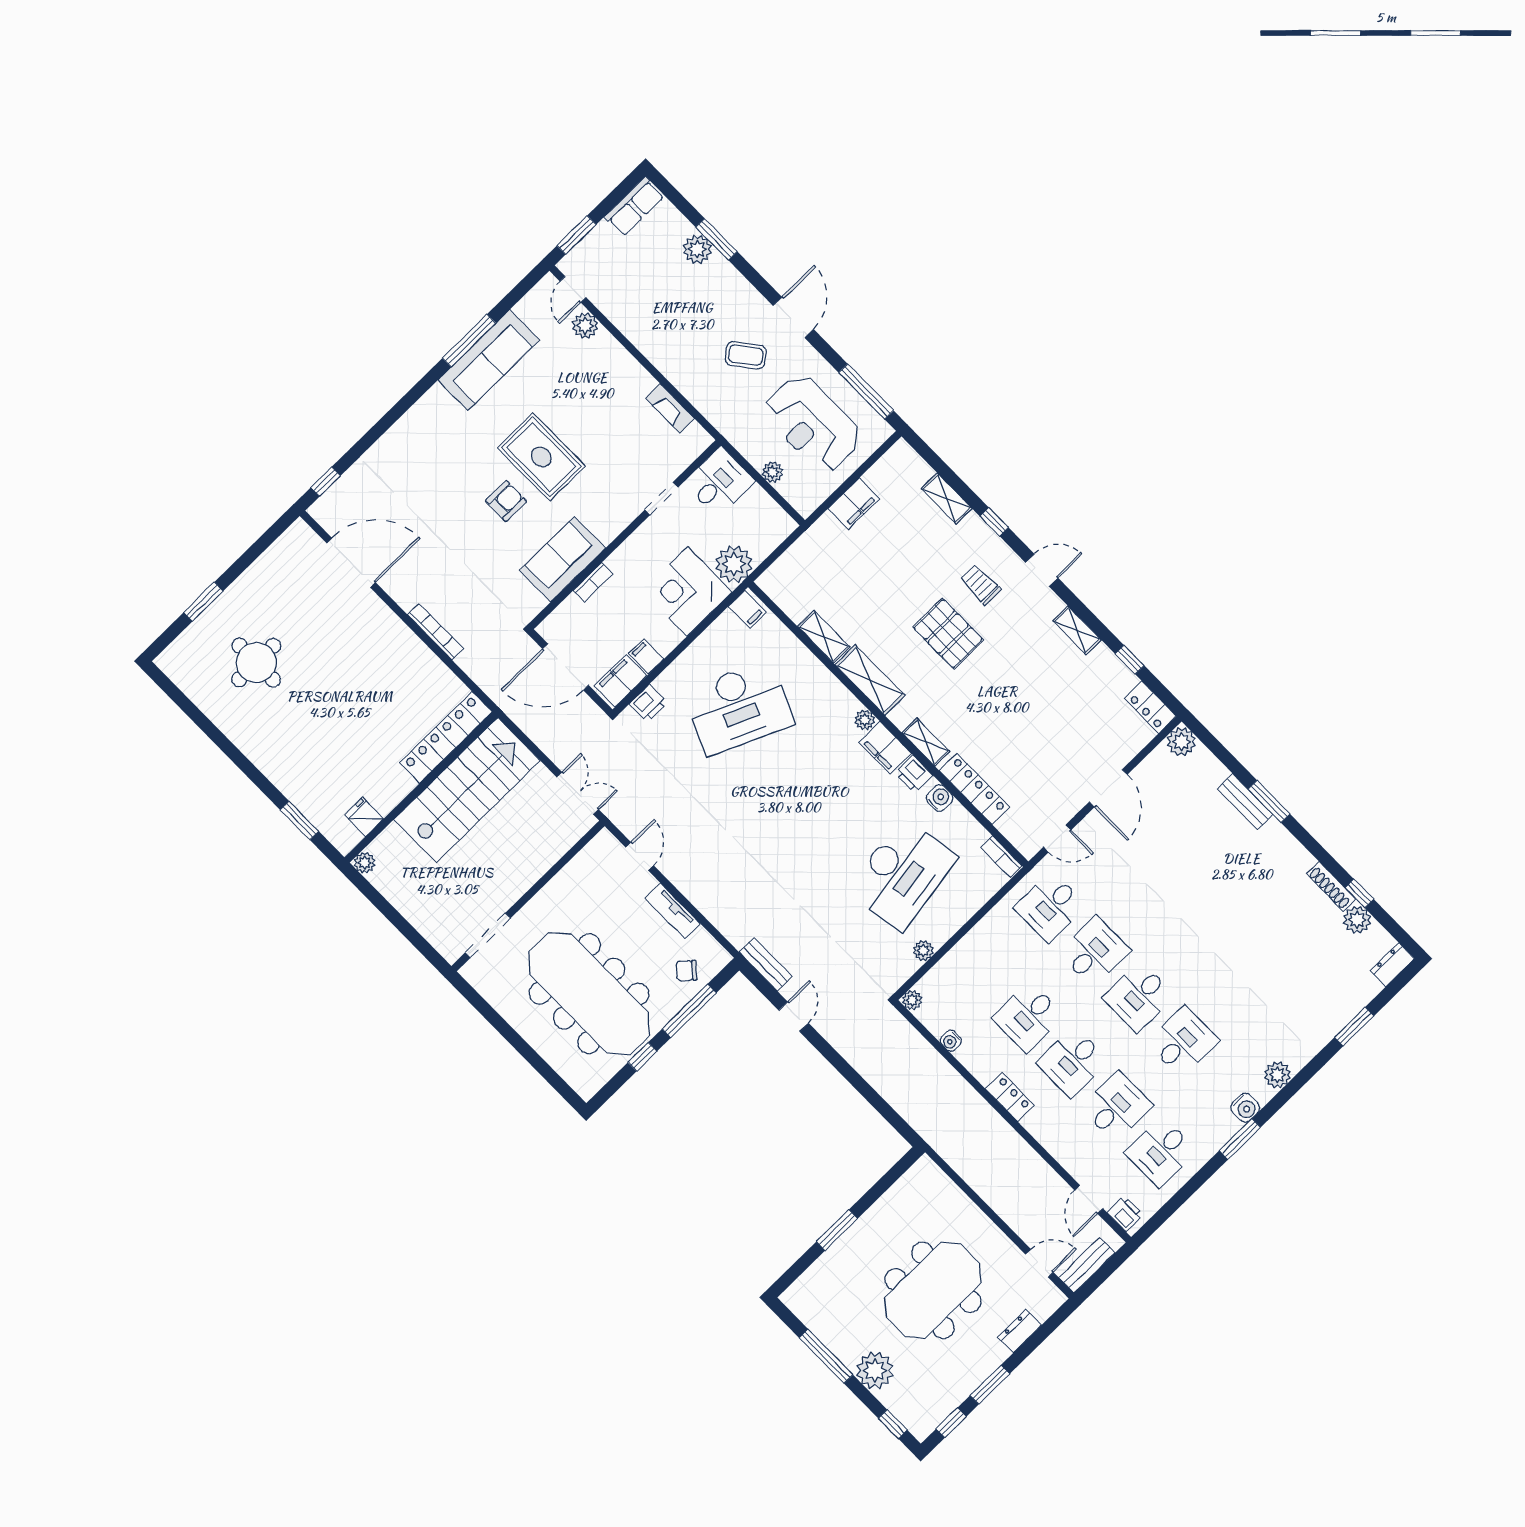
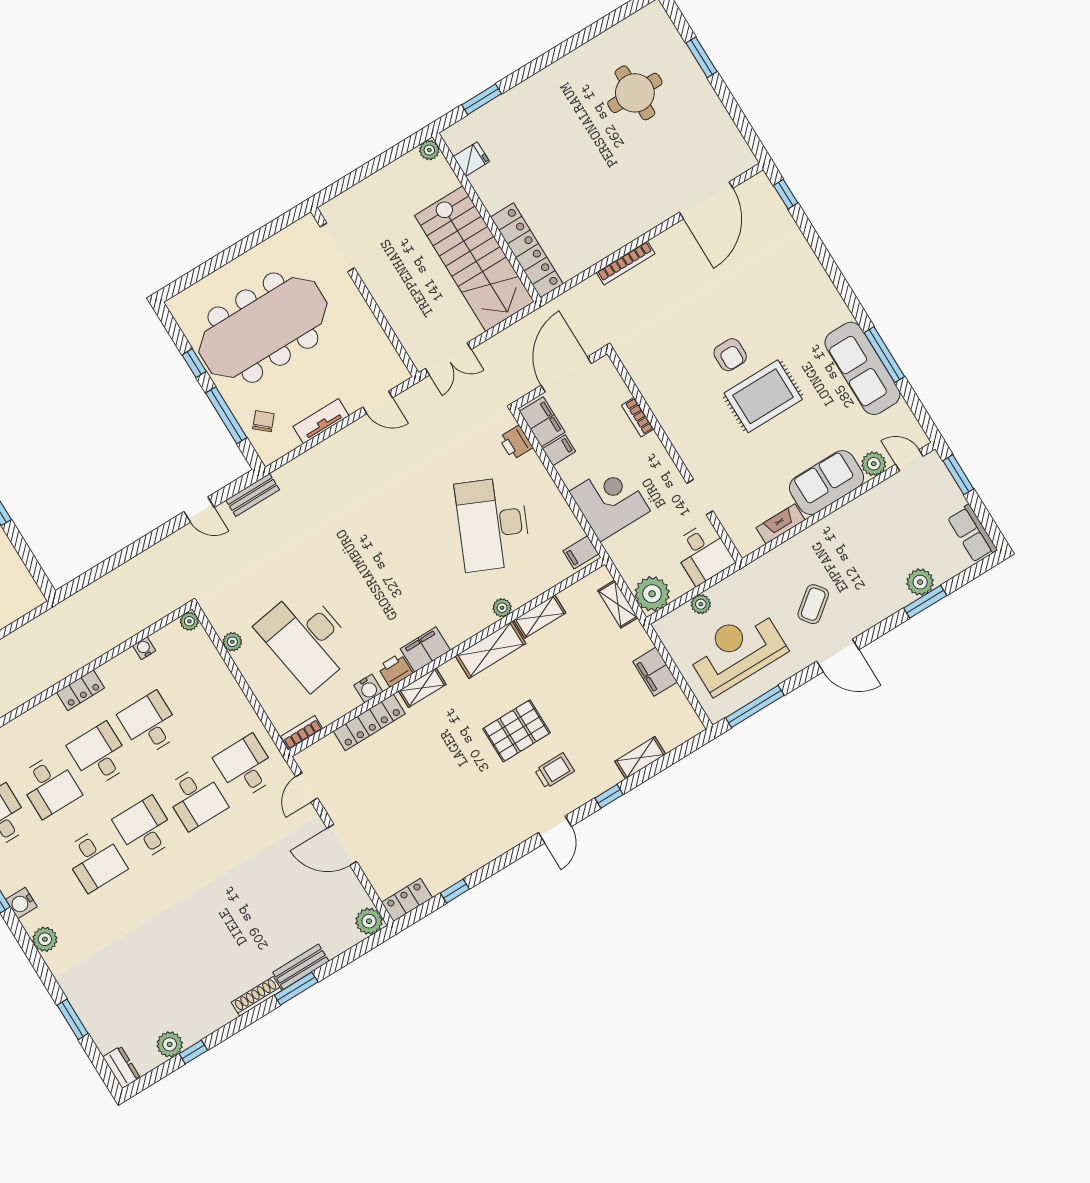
sofa: (563, 559) -> (826, 483), moved, turned -90
plant: (734, 564) -> (652, 594), moved
shelving: (1077, 630) -> (618, 604), moved, turned 90
plant: (865, 720) -> (502, 608), moved
shoe rack: (1331, 886) -> (256, 996), moved

